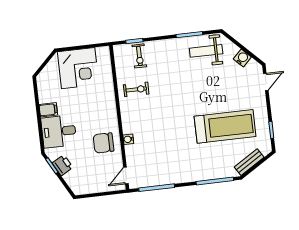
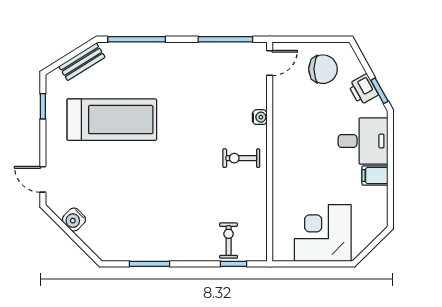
weight bench: (206, 51) -> (127, 237), removed
door: (266, 82) -> (43, 179), hinge flipped
exercise bike: (136, 89) -> (241, 158), moved
treadmill: (225, 126) -> (112, 120), turned 180
chair: (103, 143) -> (323, 69), moved

